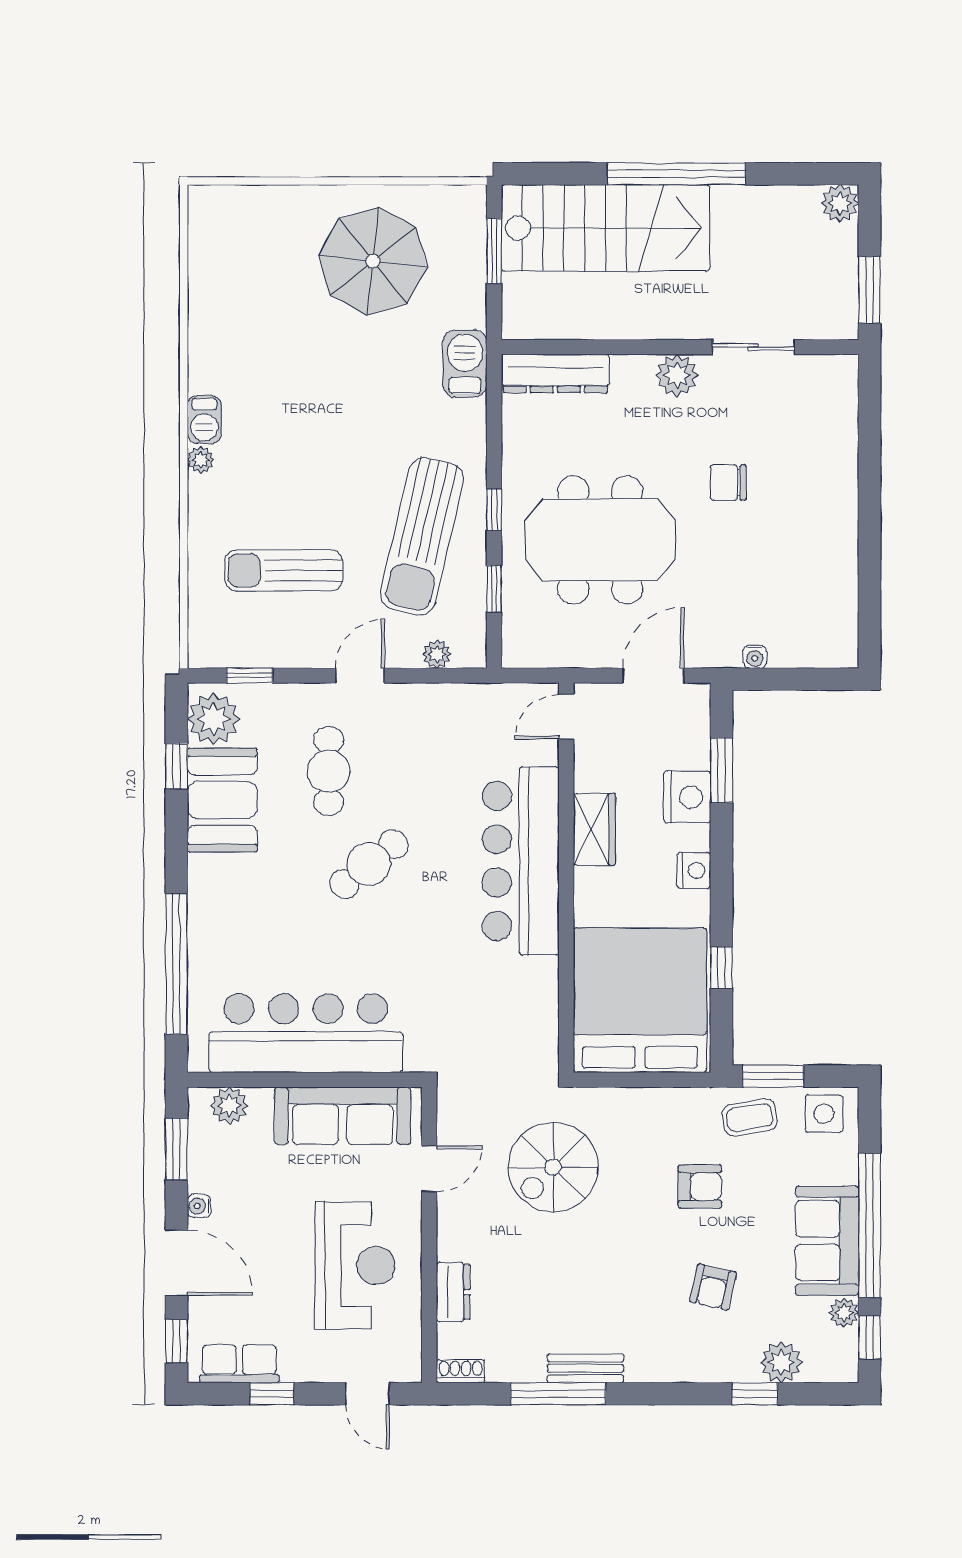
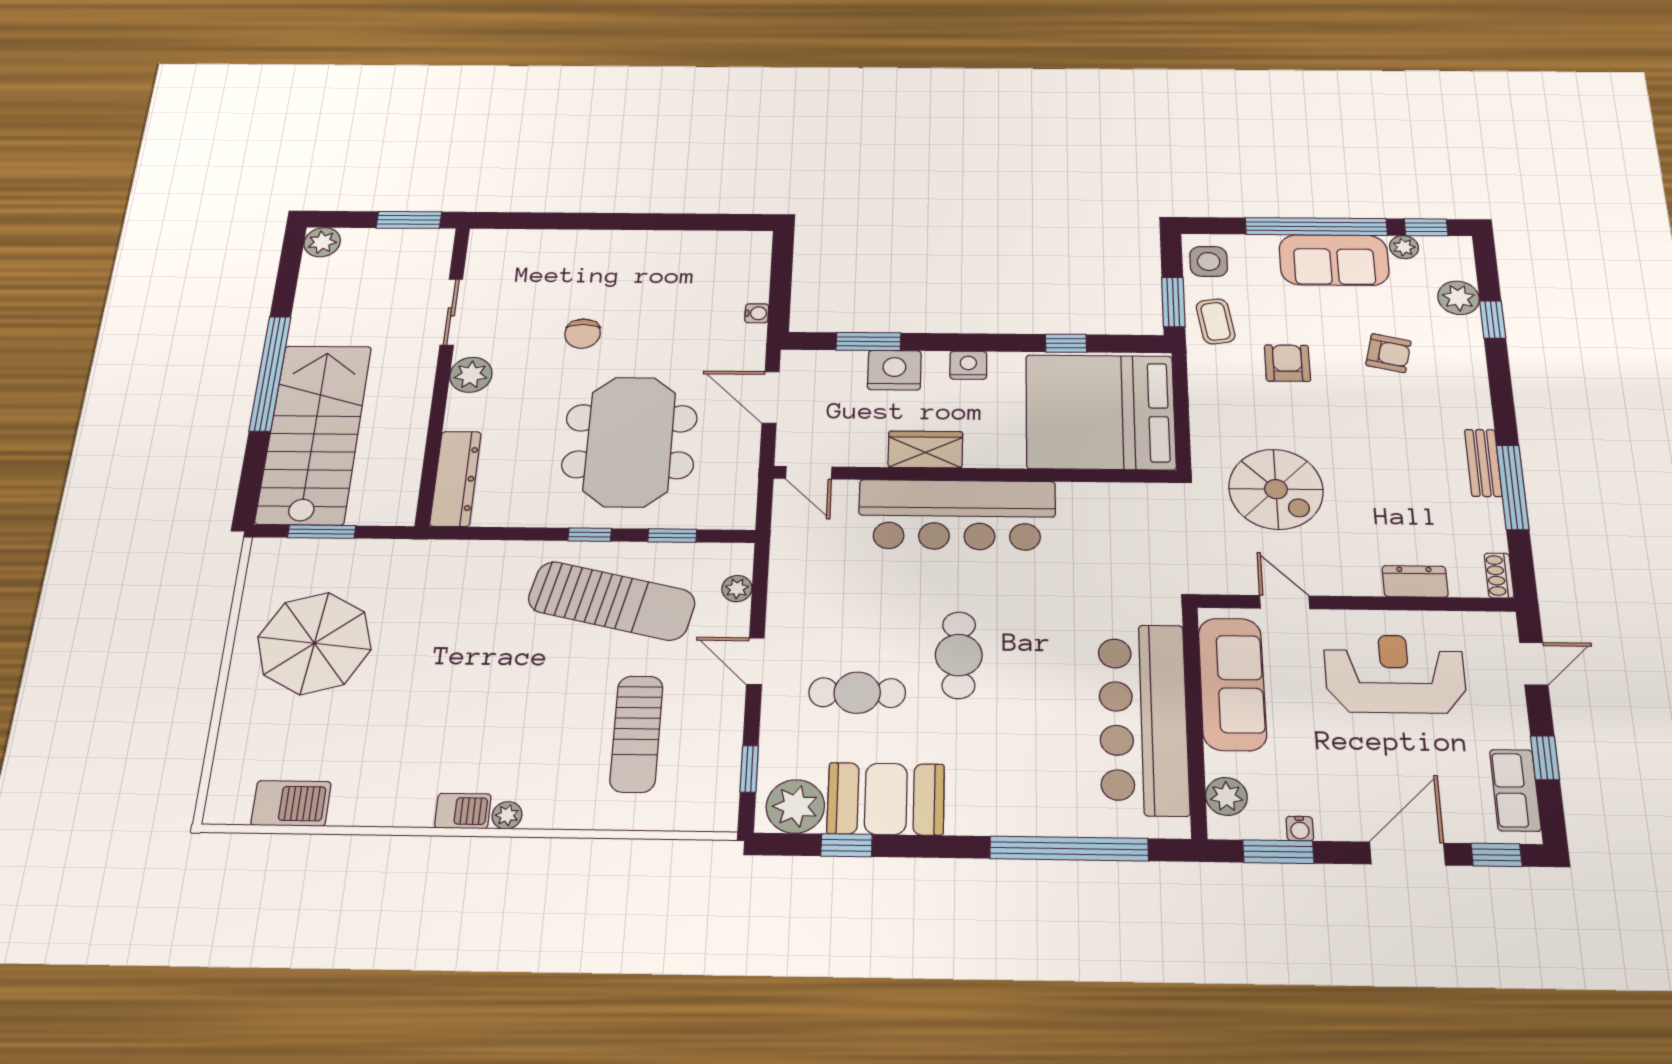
barbecue: (465, 364) -> (291, 803), moved, turned 180
cafe table: (369, 864) -> (959, 655), turned 39
water cooler: (199, 1206) -> (1300, 829), moved

